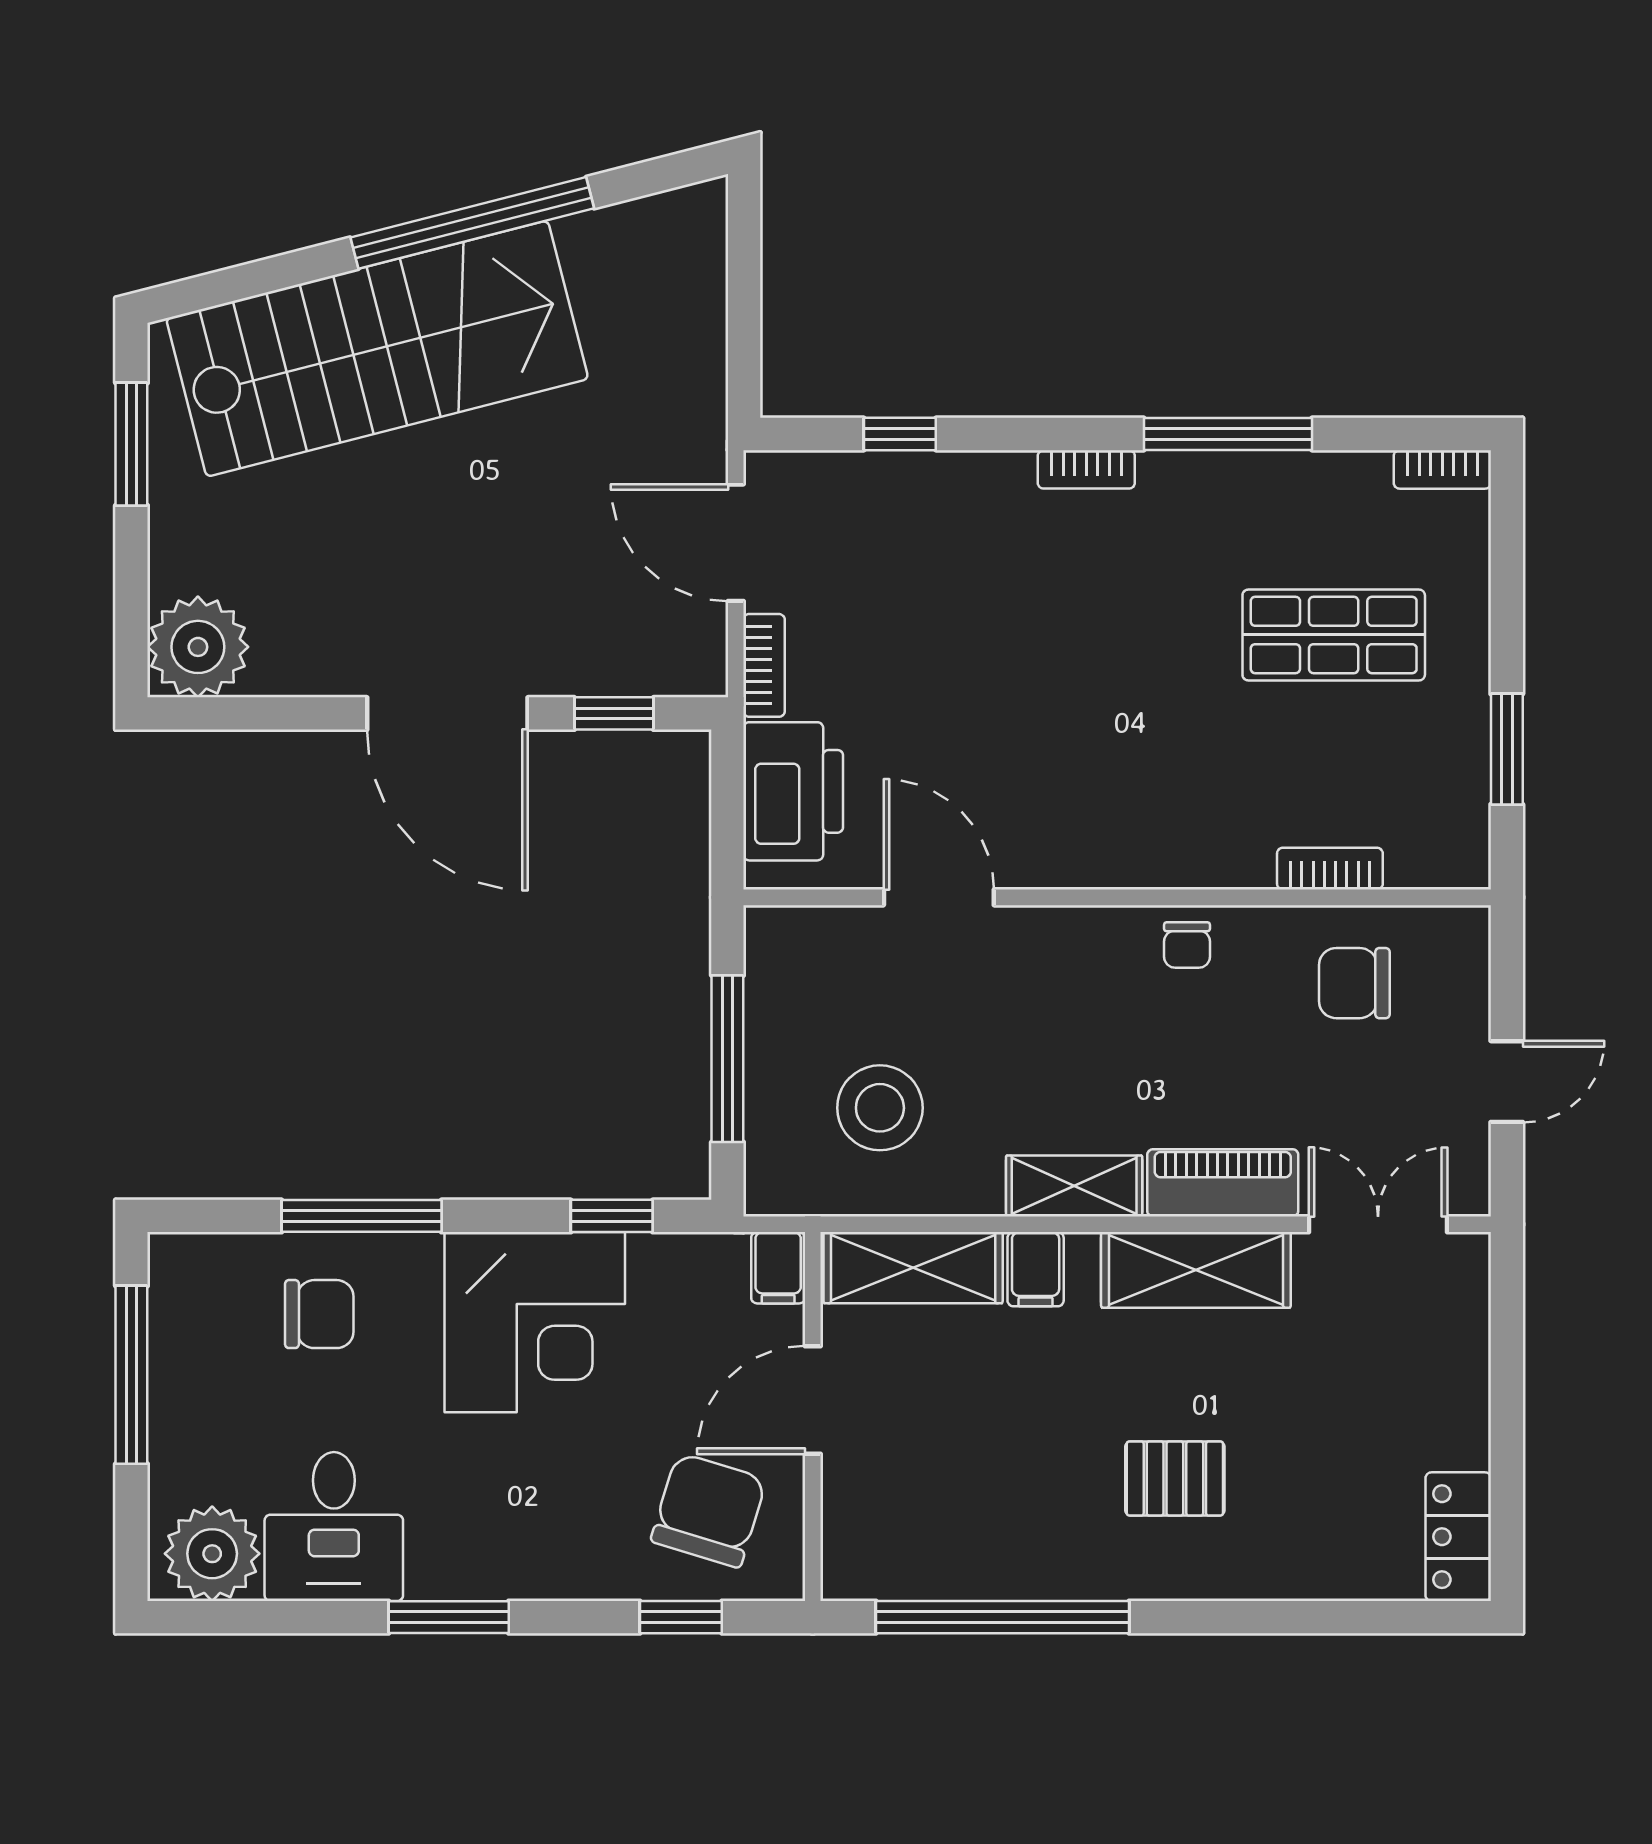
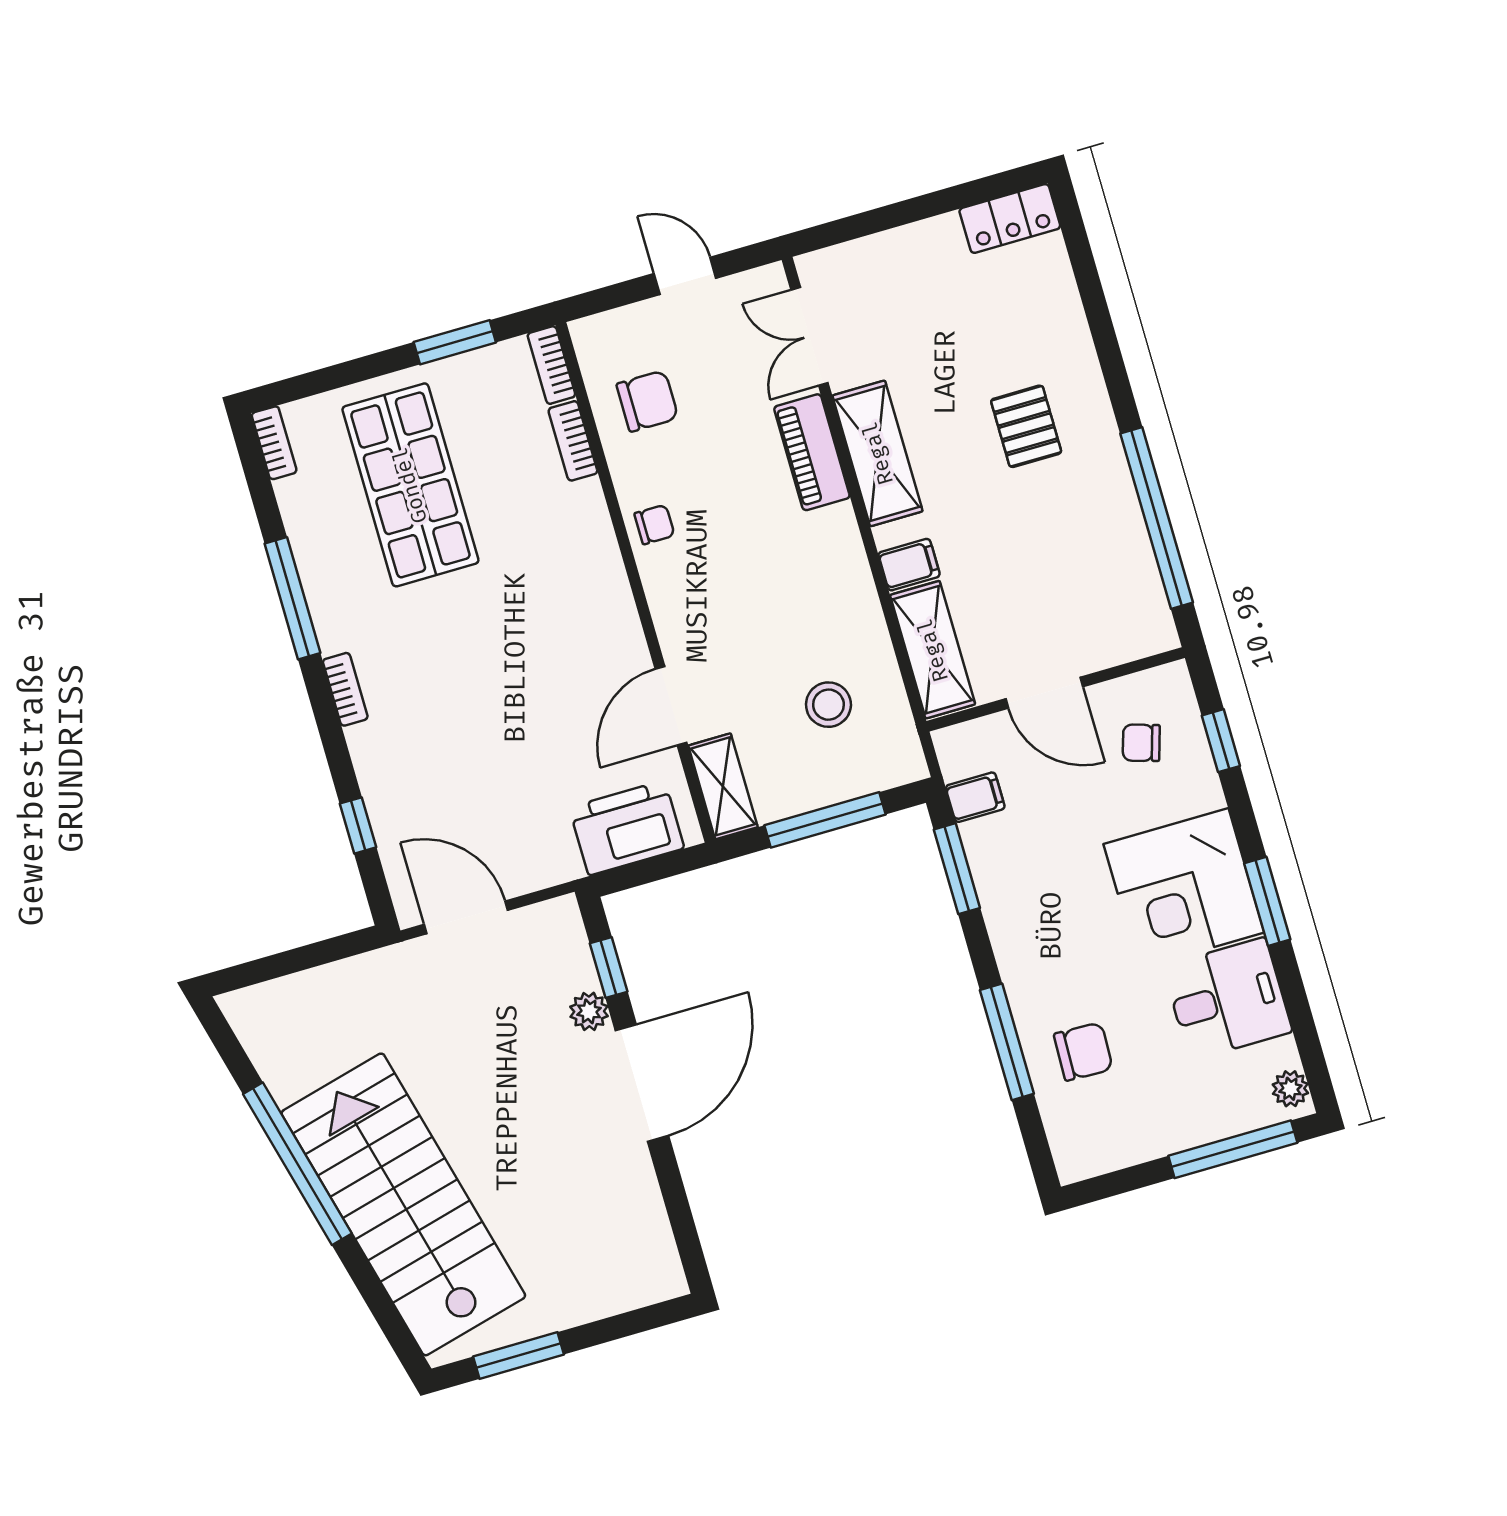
door: (736, 543) -> (466, 917), swing flipped
shop shelf: (1334, 635) -> (410, 485), width x1.43, depth x1.36
plant: (198, 647) -> (589, 1011), moved, width x0.53, depth x0.53
bookcase: (764, 665) -> (551, 365), moved, turned -90
chair: (1354, 983) -> (647, 401), turned -90
stool: (880, 1108) -> (828, 705), width x0.73, depth x0.73
shelving: (1074, 1186) -> (723, 786), moved
window: (612, 1216) -> (957, 869), width x1.50
filing cabinet: (778, 1268) -> (975, 797), moved
chair: (319, 1314) -> (1083, 1052), turned 92
corner desk: (535, 1322) -> (1184, 888), moved, turned 180
window: (131, 1375) -> (1233, 1149), moved
chair: (709, 1510) -> (1141, 743), width x0.54, depth x0.54
plant: (212, 1554) -> (1290, 1089), width x0.53, depth x0.53

